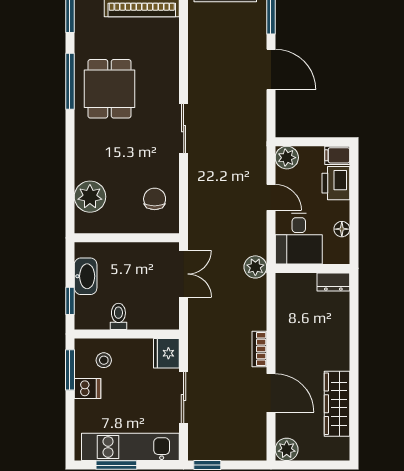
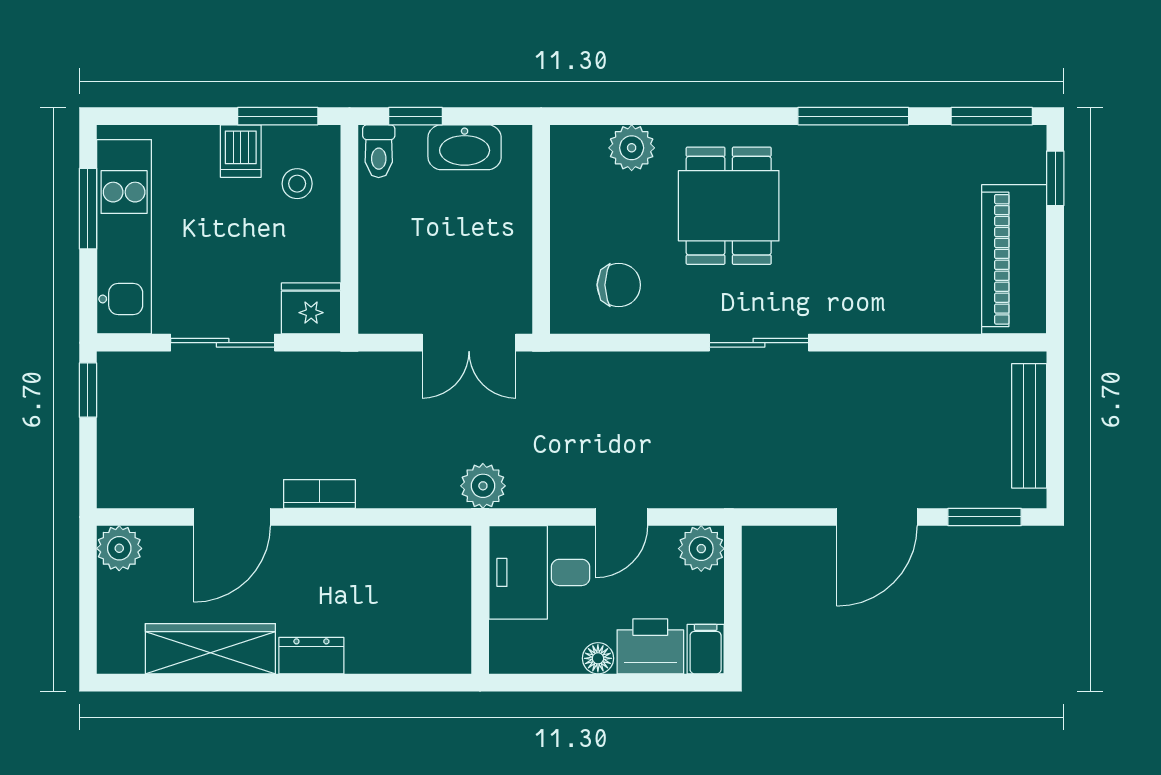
dining table: (109, 89) -> (729, 206), moved, turned 90
plant: (90, 197) -> (632, 148), width x0.73, depth x0.73
floor lamp: (342, 229) -> (598, 658), moved
dresser: (333, 282) -> (311, 656), moved, turned 90
toilet: (118, 316) -> (379, 151), moved, turned 90

